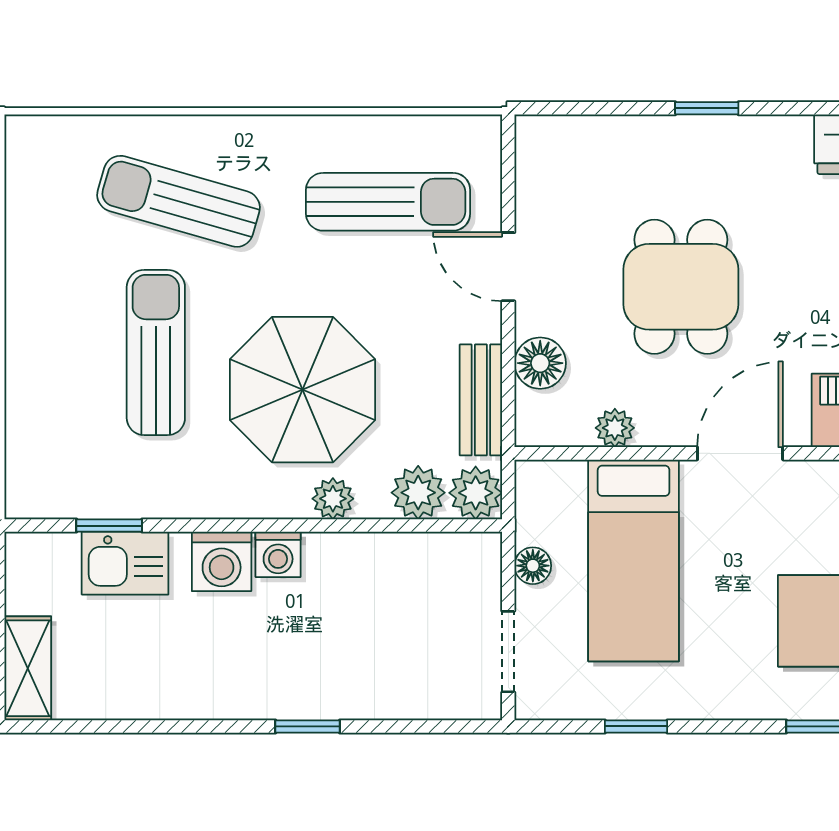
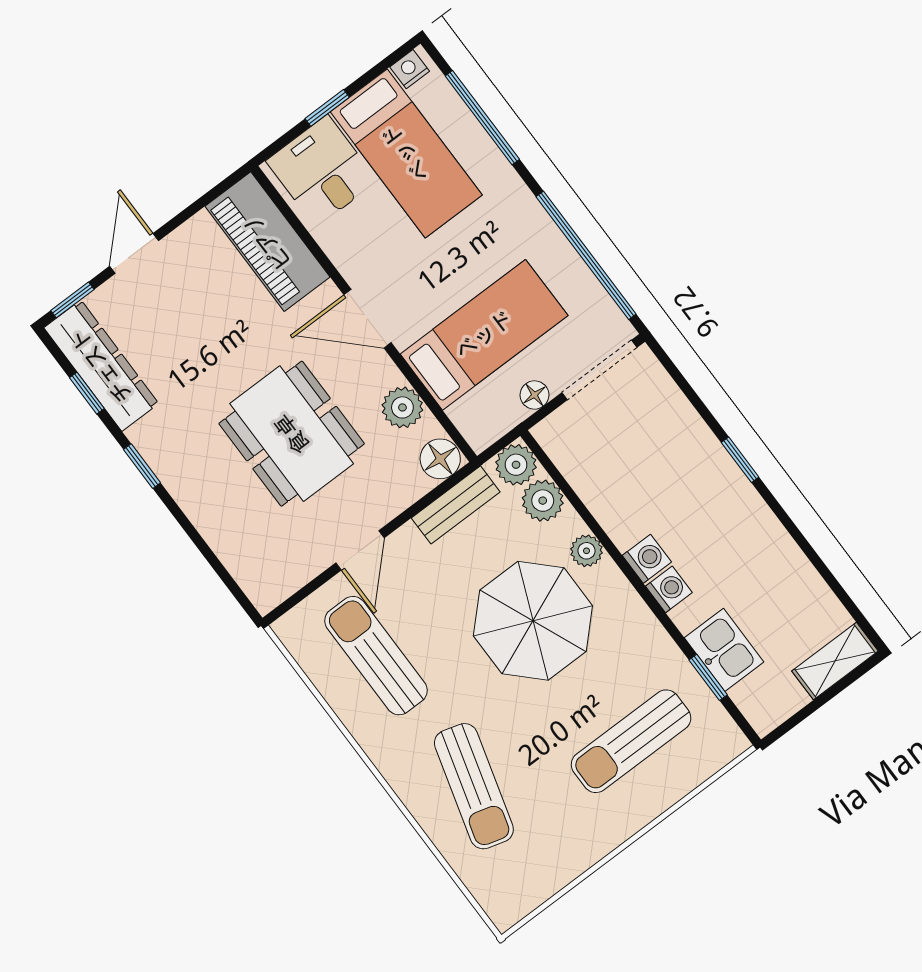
window: (707, 108) -> (142, 466), moved
dining table: (681, 287) -> (292, 434), width x1.38
sun lounger: (156, 352) -> (631, 741), moved
floor lamp: (540, 363) -> (440, 459), moved
plant: (615, 428) -> (402, 407), width x1.38, depth x1.38
washing machine: (222, 561) -> (669, 589), width x0.73, depth x0.73
doorway: (508, 652) -> (599, 370), width x1.38
window: (636, 726) -> (586, 255), width x3.17

